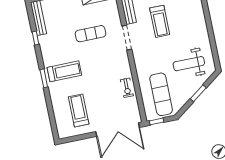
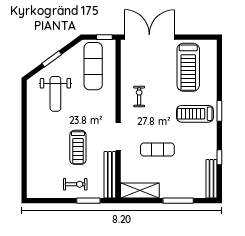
treadmill: (160, 21) -> (78, 147), turned 180
weight bench: (189, 64) -> (55, 94), turned 90
exercise bike: (127, 88) -> (139, 96), moved
treadmill: (79, 110) -> (188, 67), width x1.37, depth x1.38

